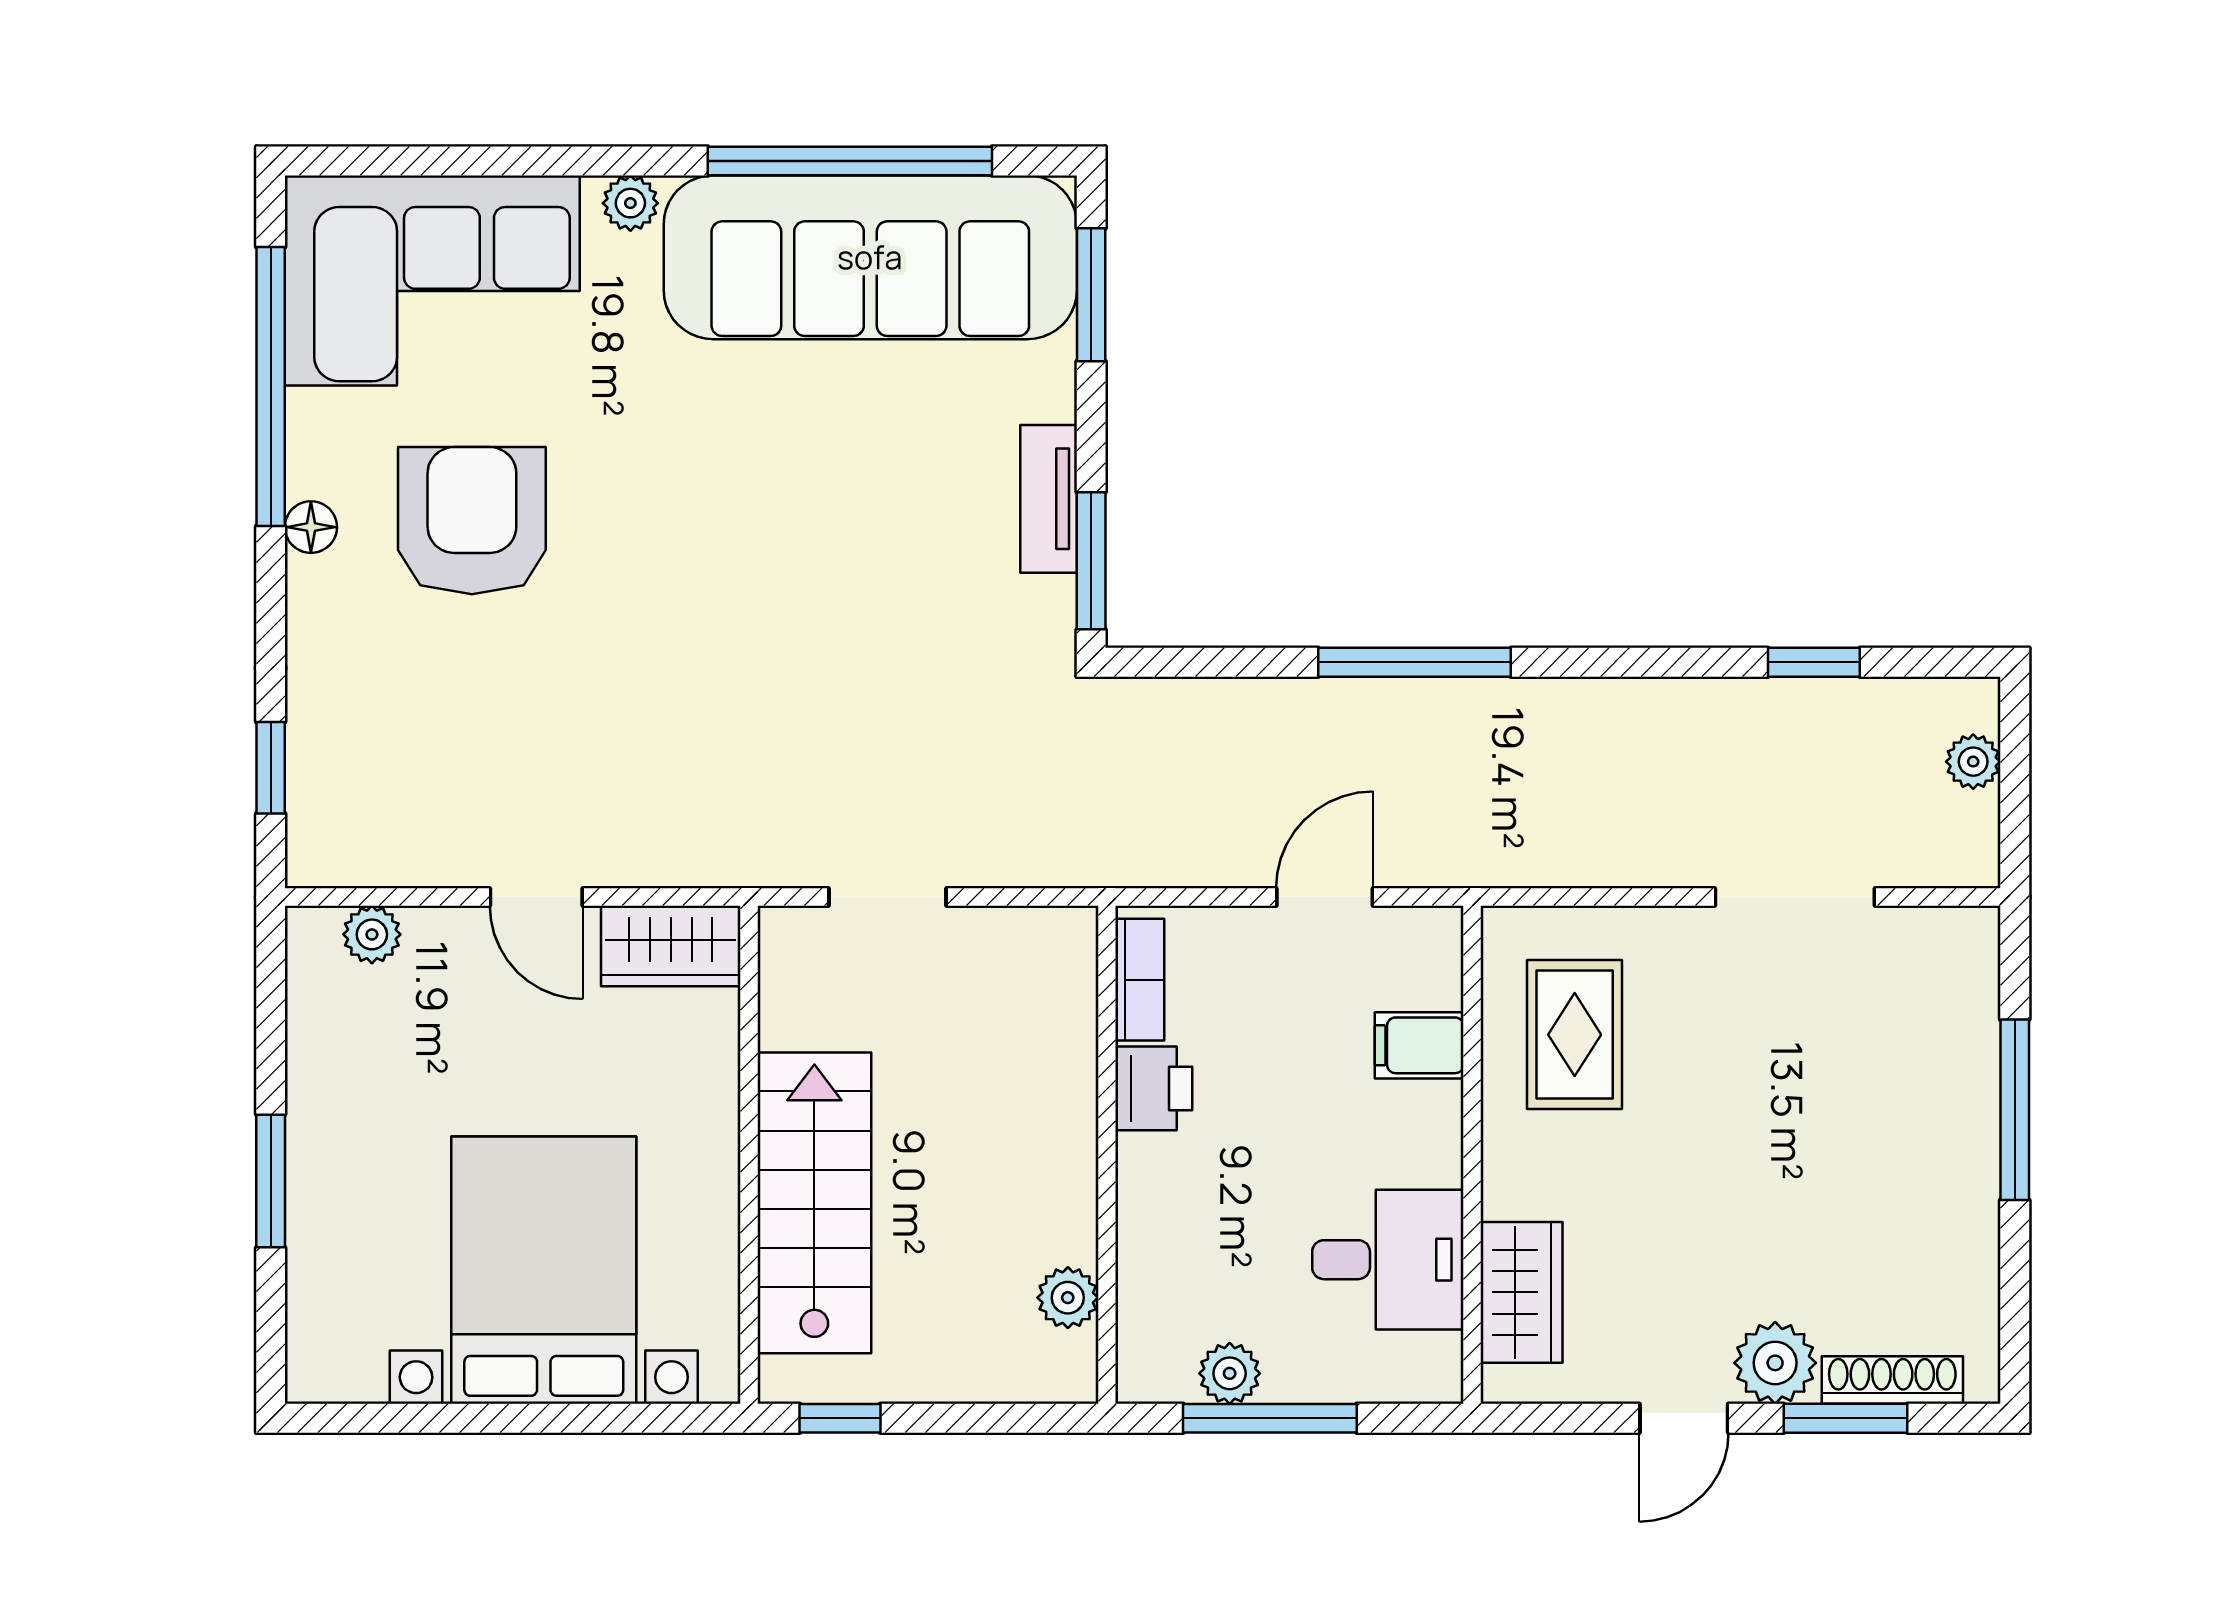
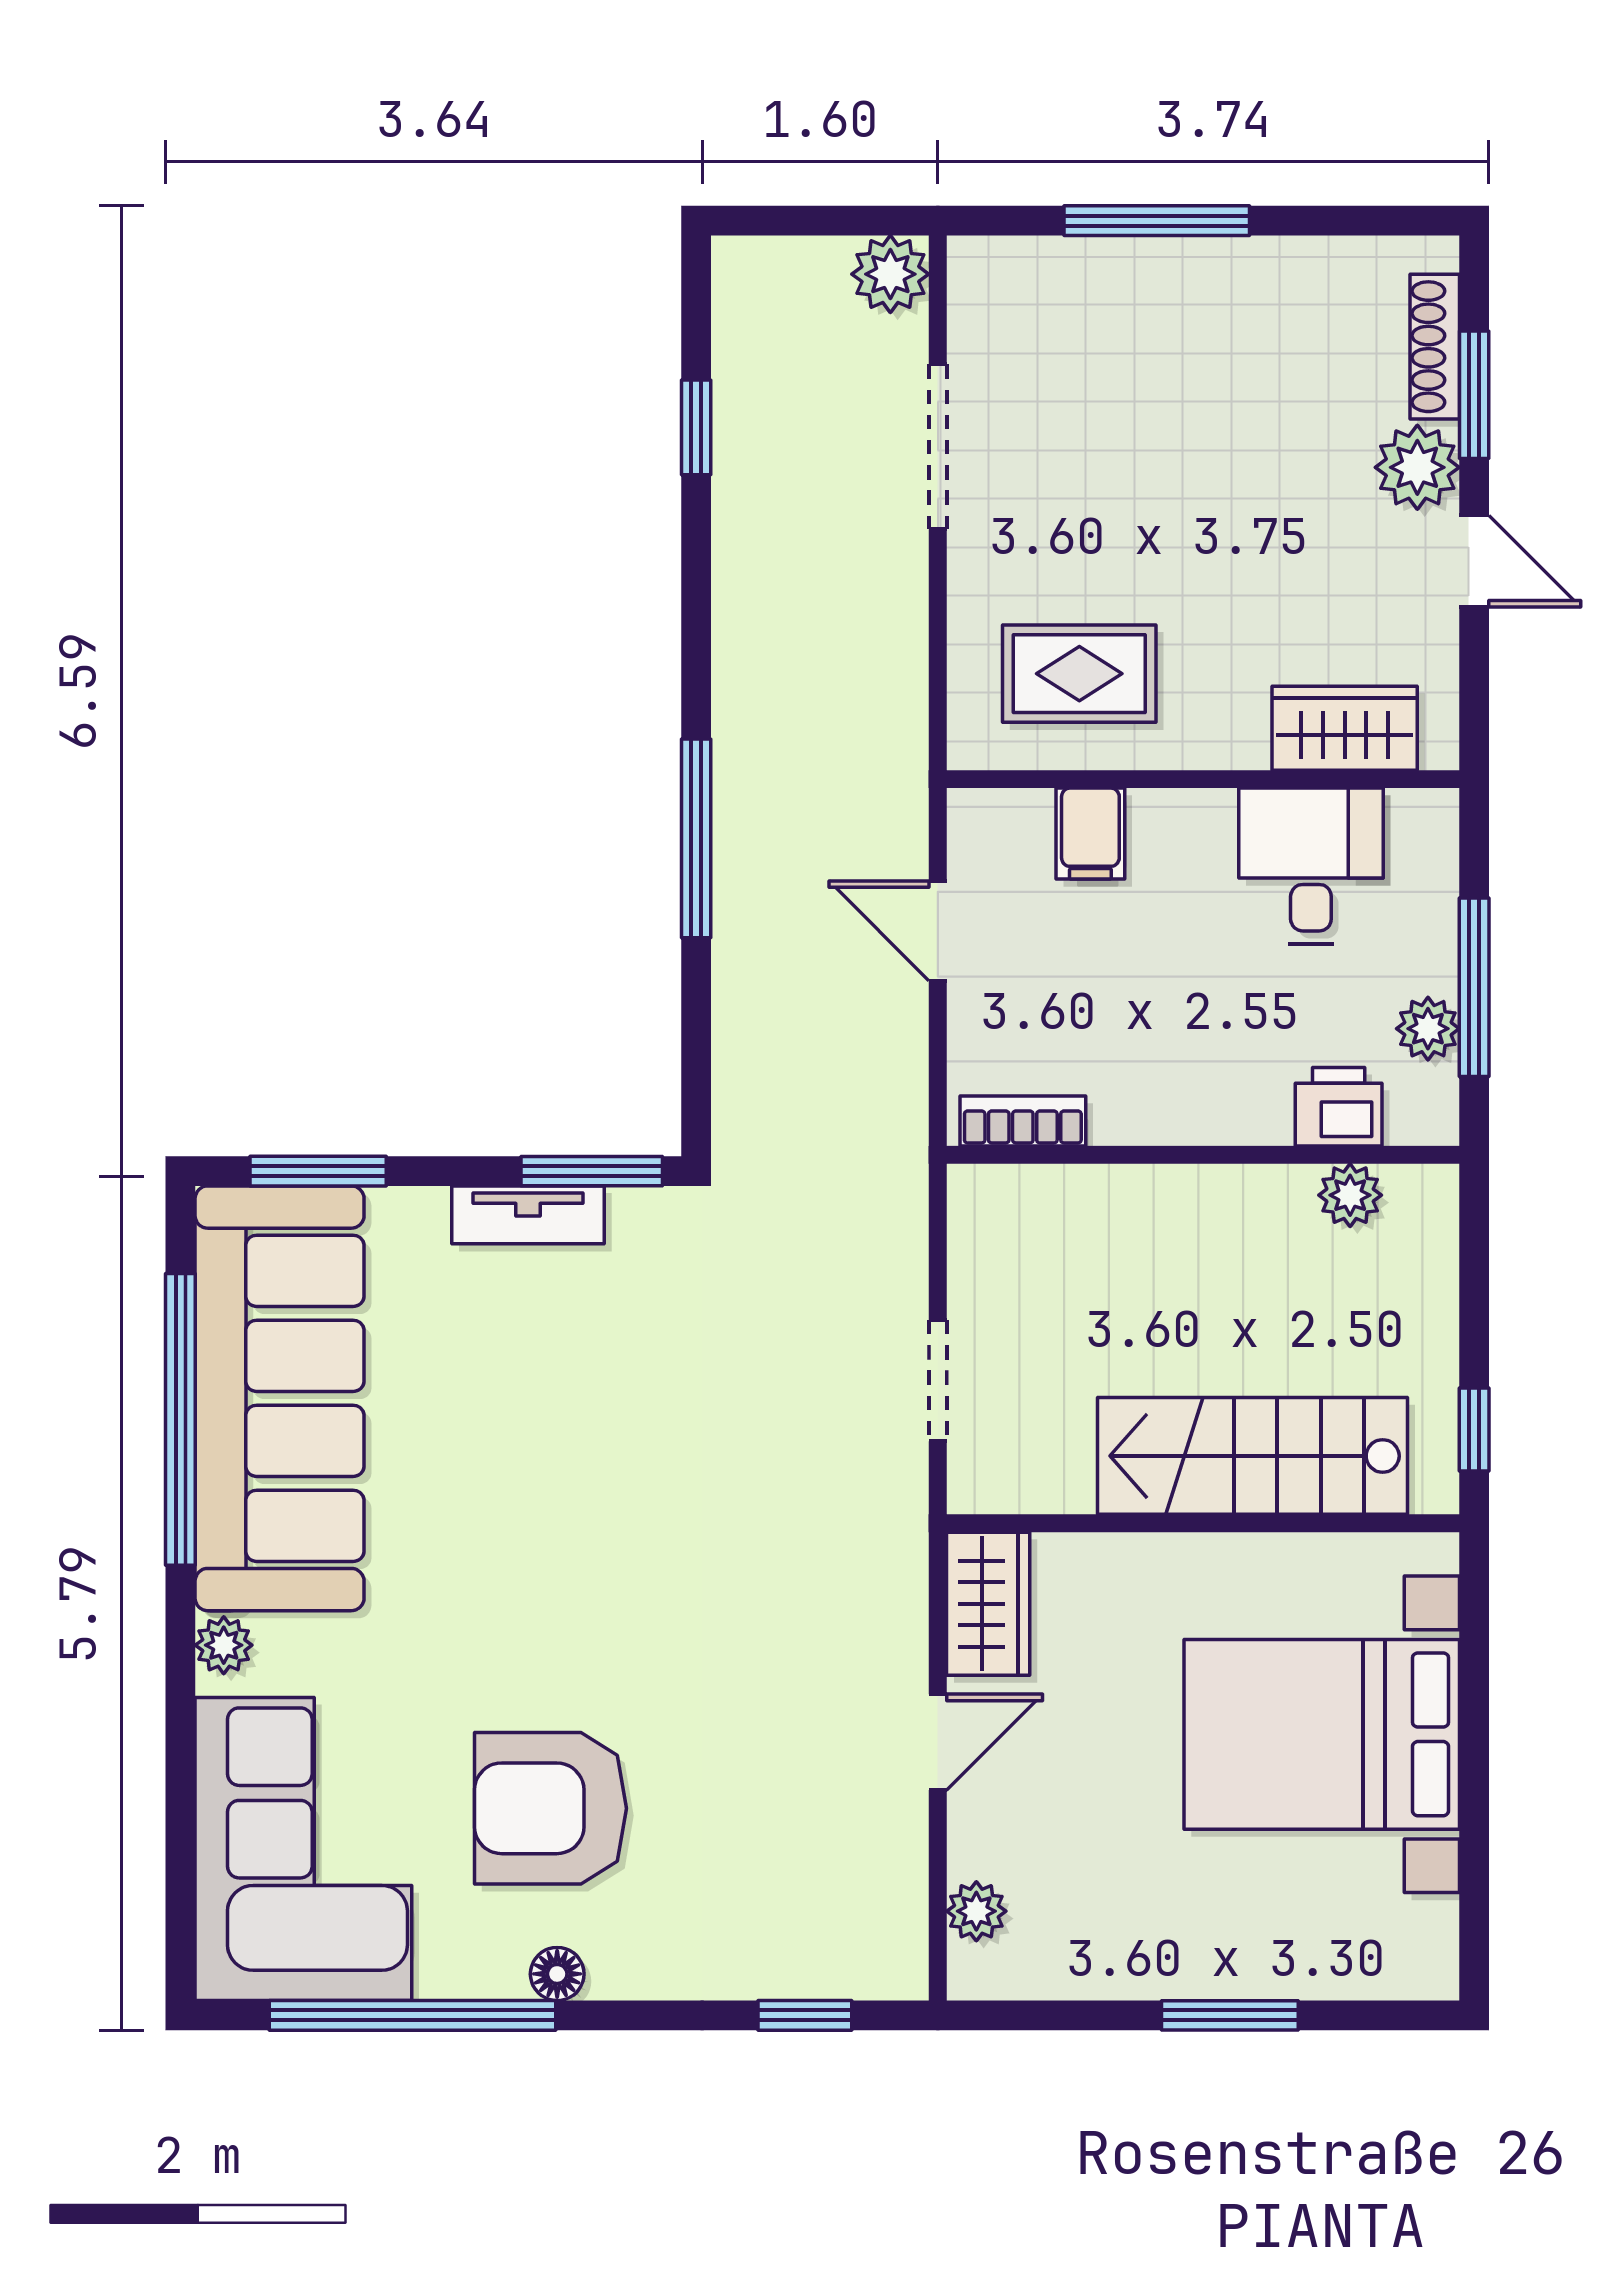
plant: (1973, 762) -> (890, 274), moved, width x1.38, depth x1.38
printer: (1154, 1088) -> (1339, 1107), moved

